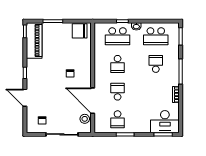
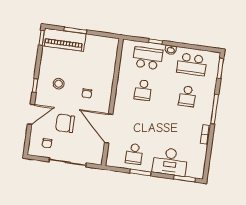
chair: (80, 31) -> (65, 123), moved
school desk: (118, 36) -> (148, 58), turned 180
piano: (34, 40) -> (64, 40), moved, turned 90
school desk: (156, 64) -> (187, 96), turned 180
school desk: (118, 92) -> (139, 122), removed
door: (25, 98) -> (31, 114), swing flipped
stool: (85, 119) -> (59, 84), moved
desk: (165, 122) -> (170, 162), moved

